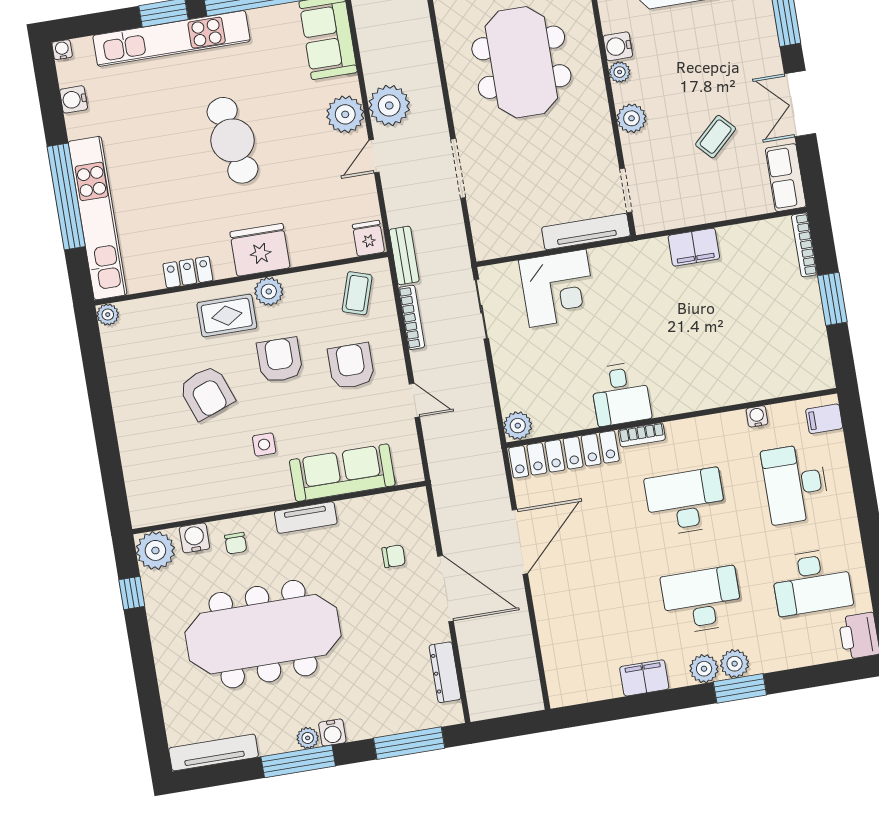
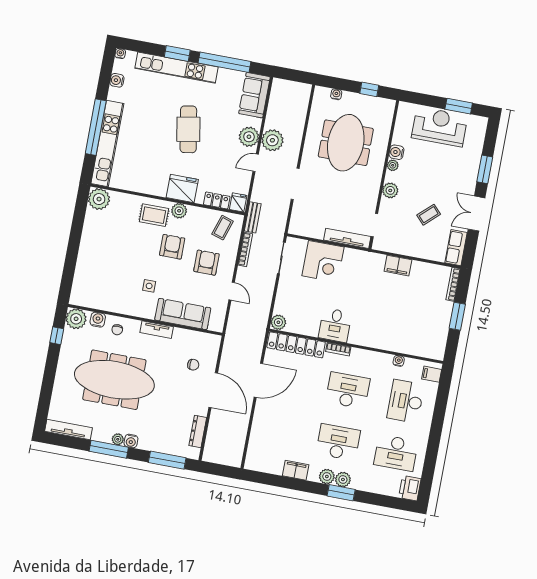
locker: (188, 272) -> (217, 200), moved
plant: (108, 315) -> (99, 199), width x1.87, depth x1.87
armchair: (207, 393) -> (130, 250), removed

